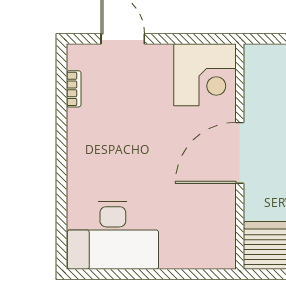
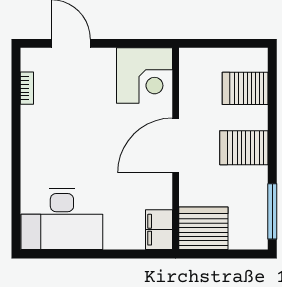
filing cabinet: (221, 247) -> (159, 230), added

